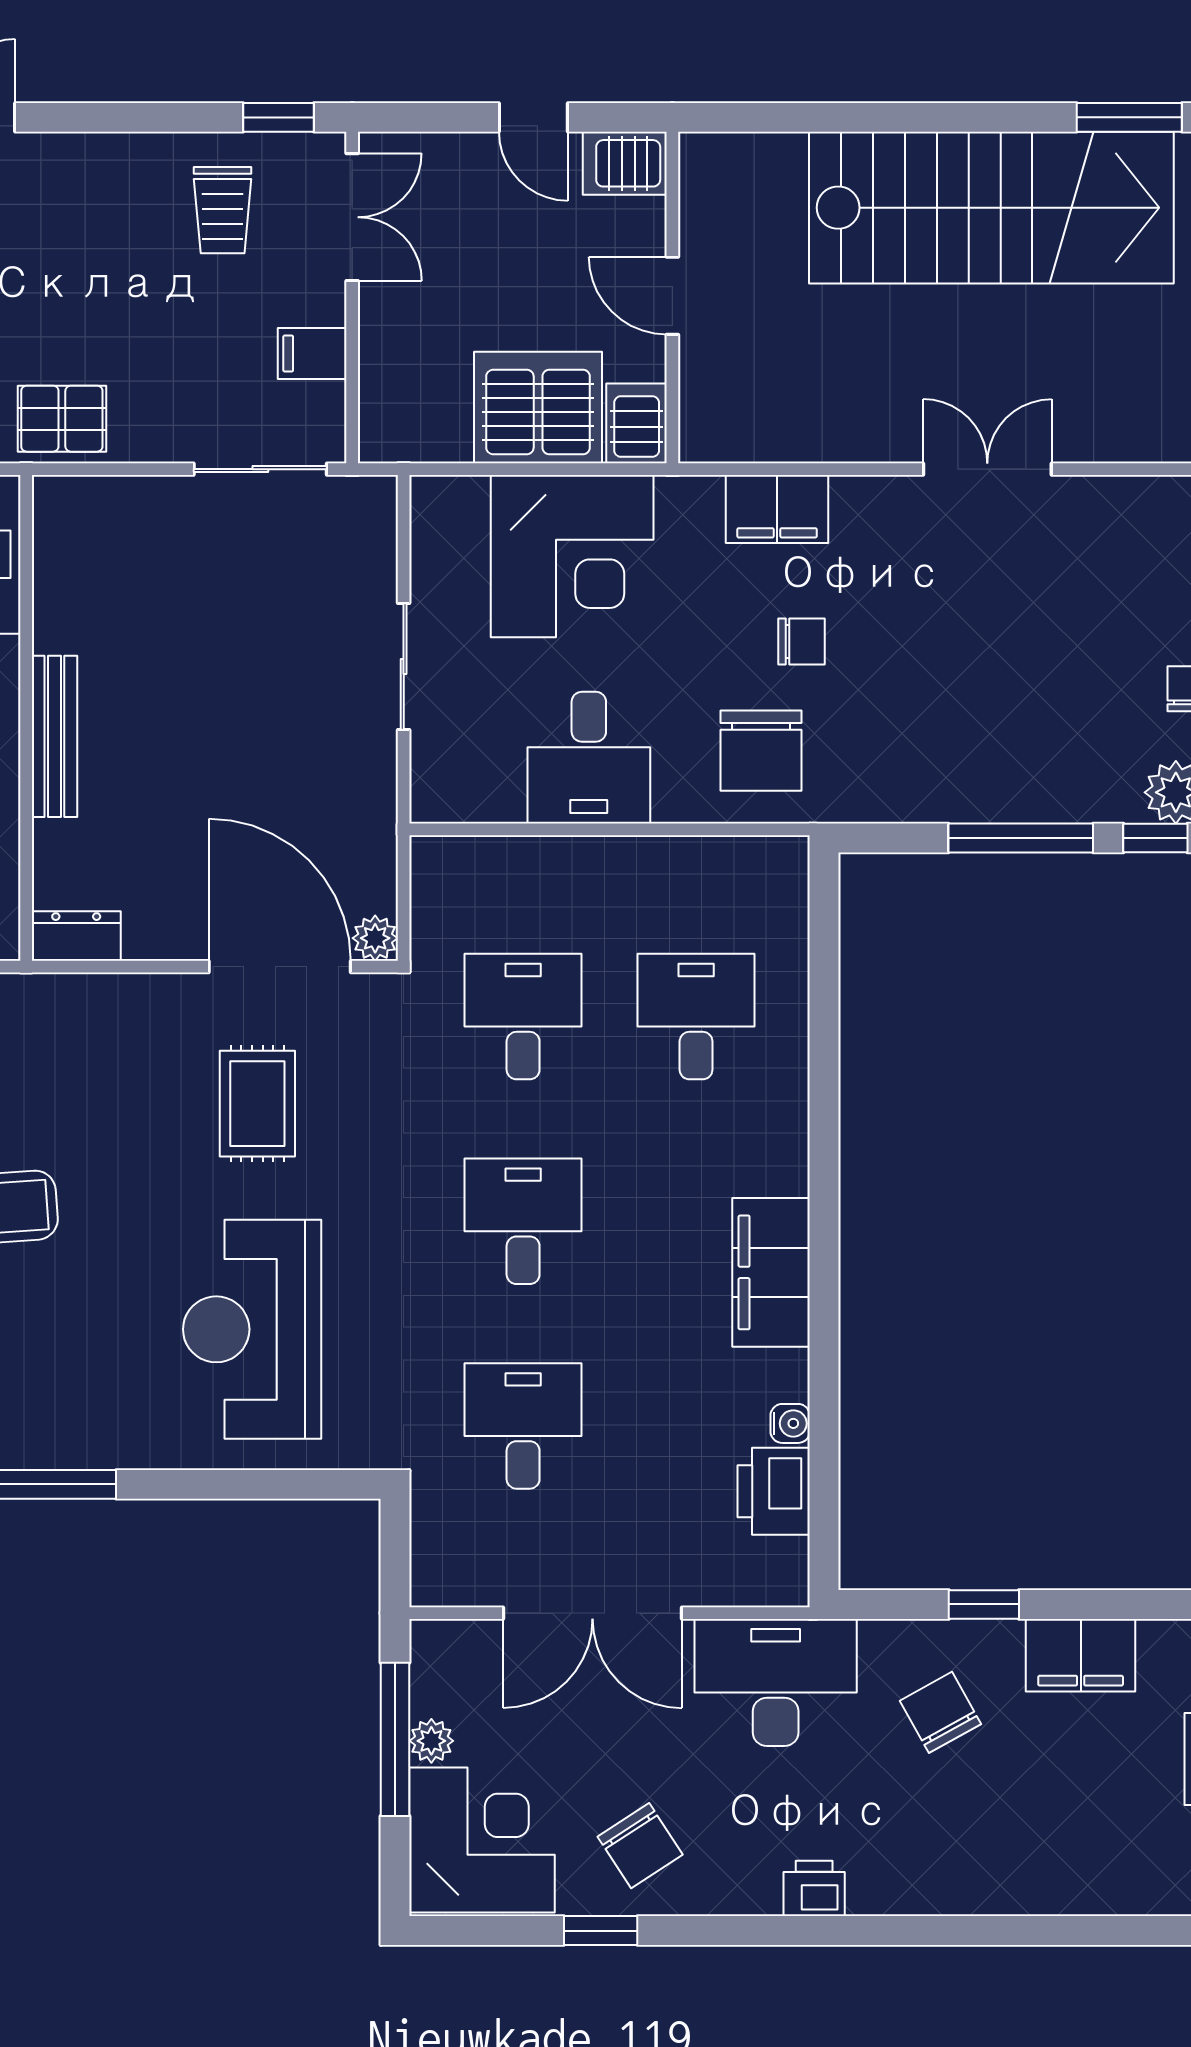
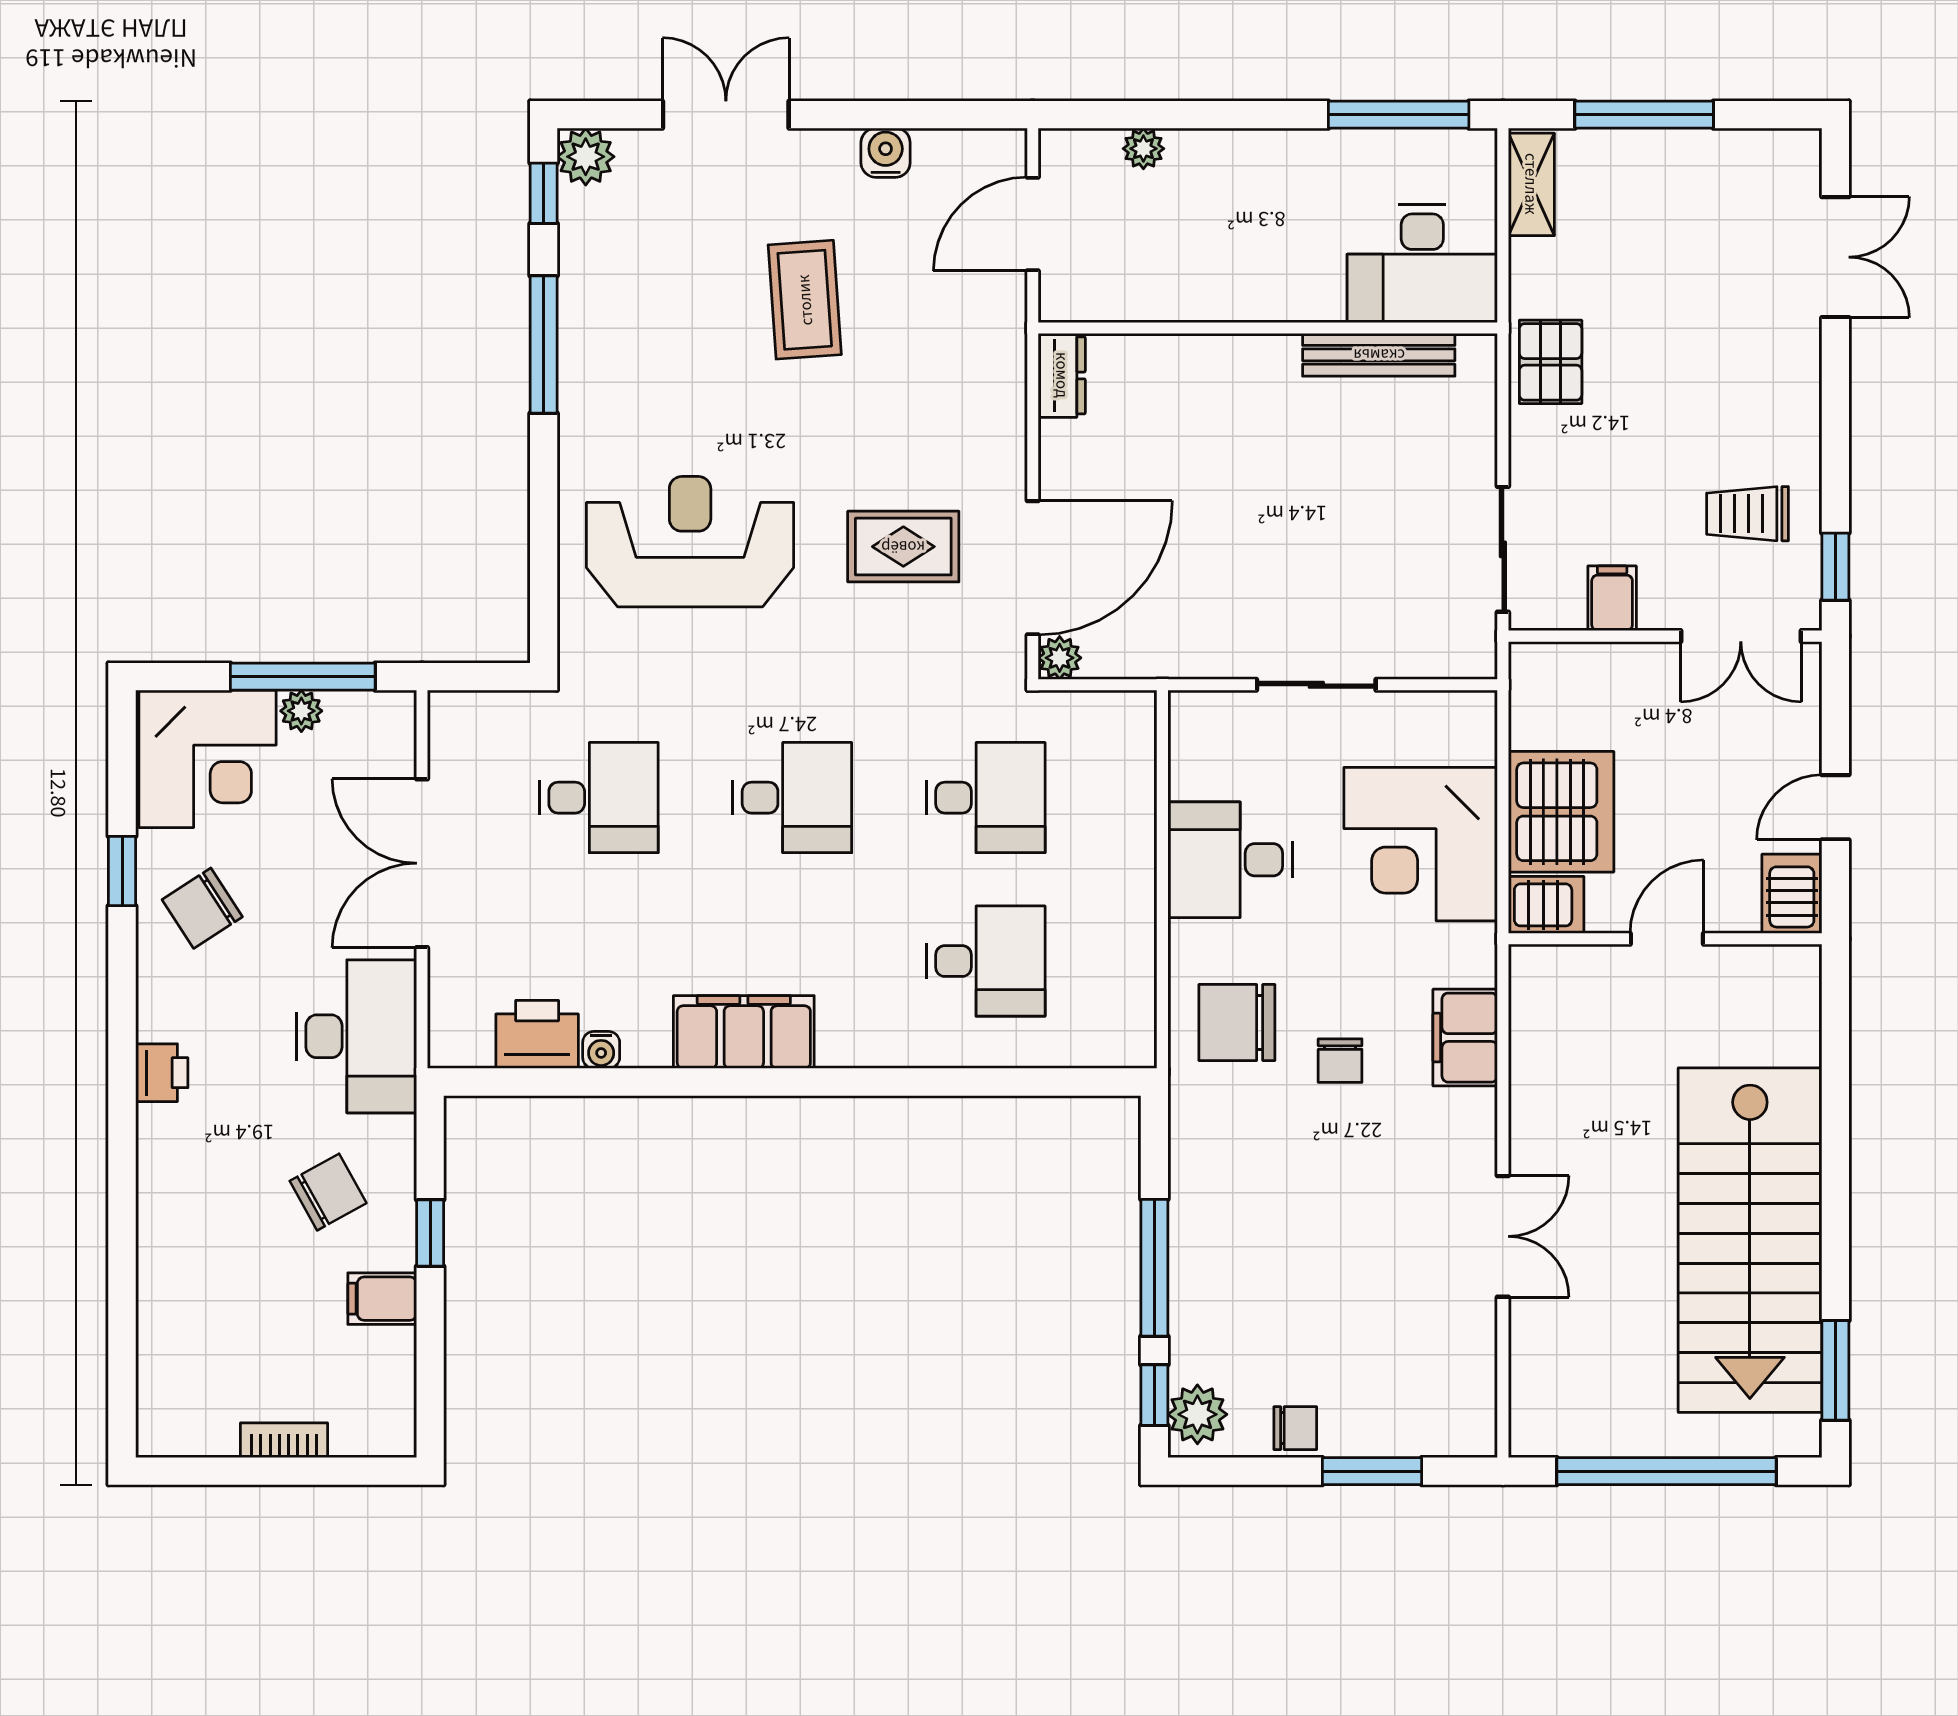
bench: (54, 736) -> (1379, 355), moved
filing cabinet: (1081, 1655) -> (382, 1299), width x0.50

